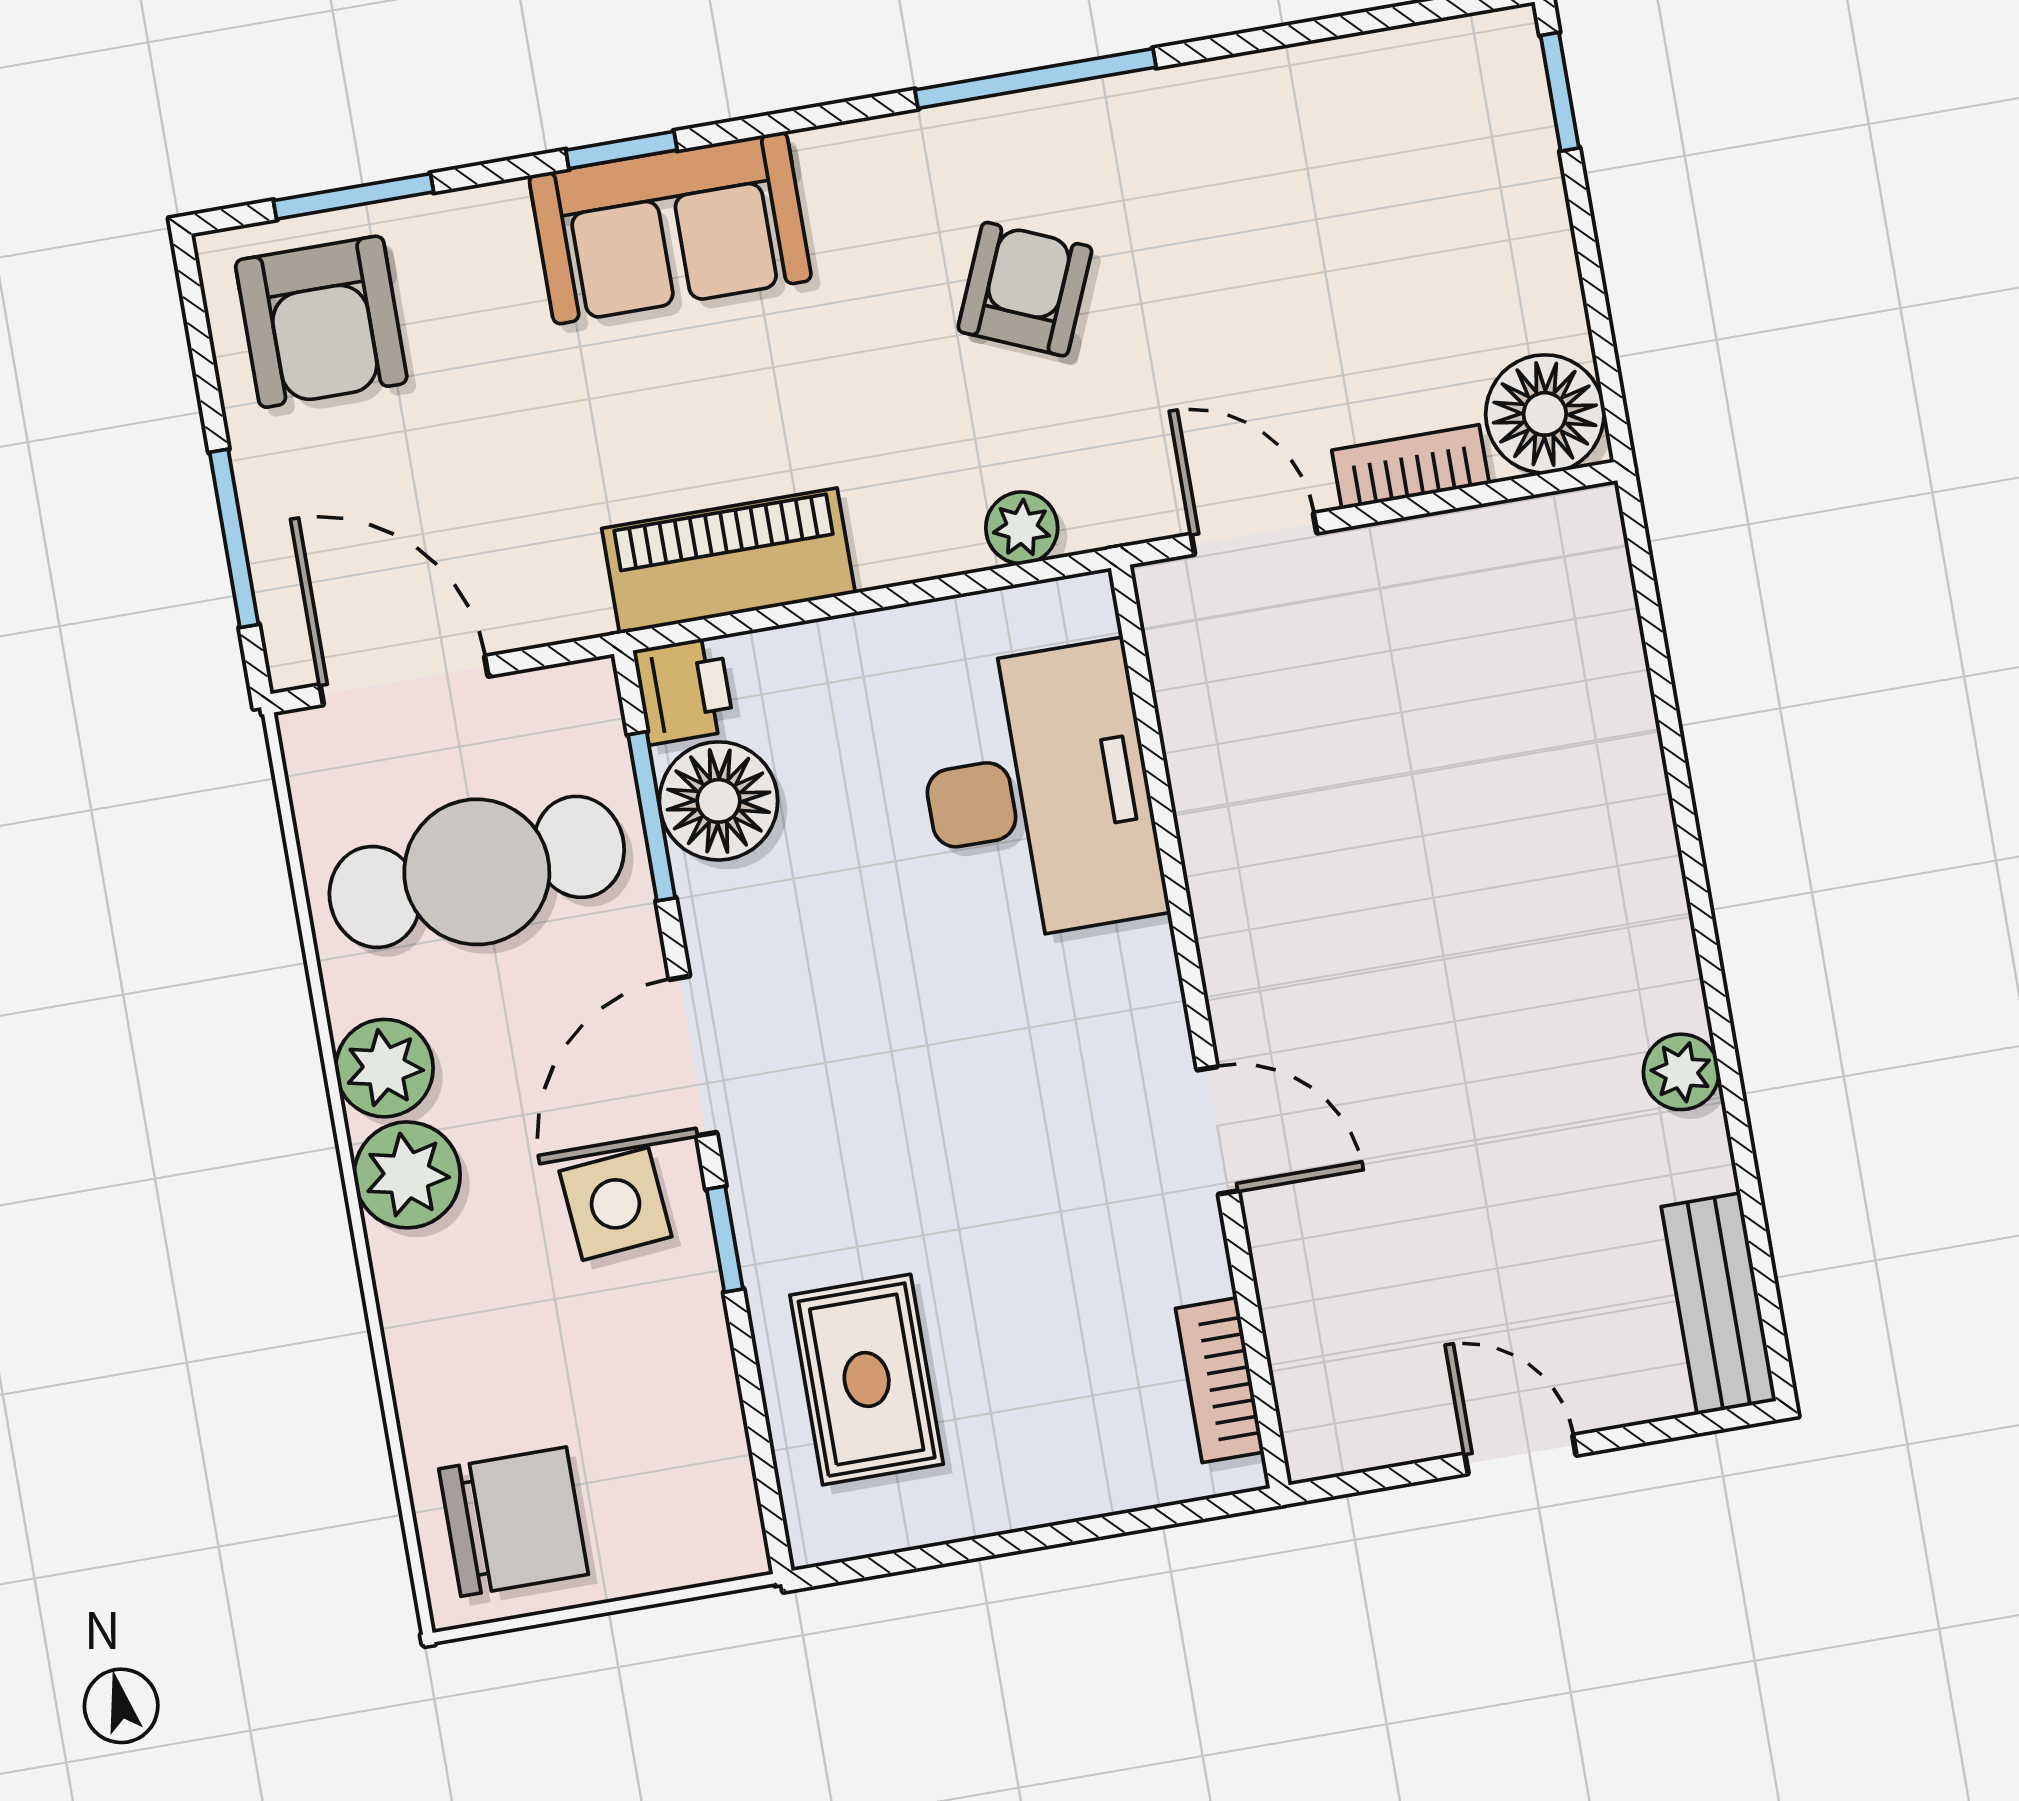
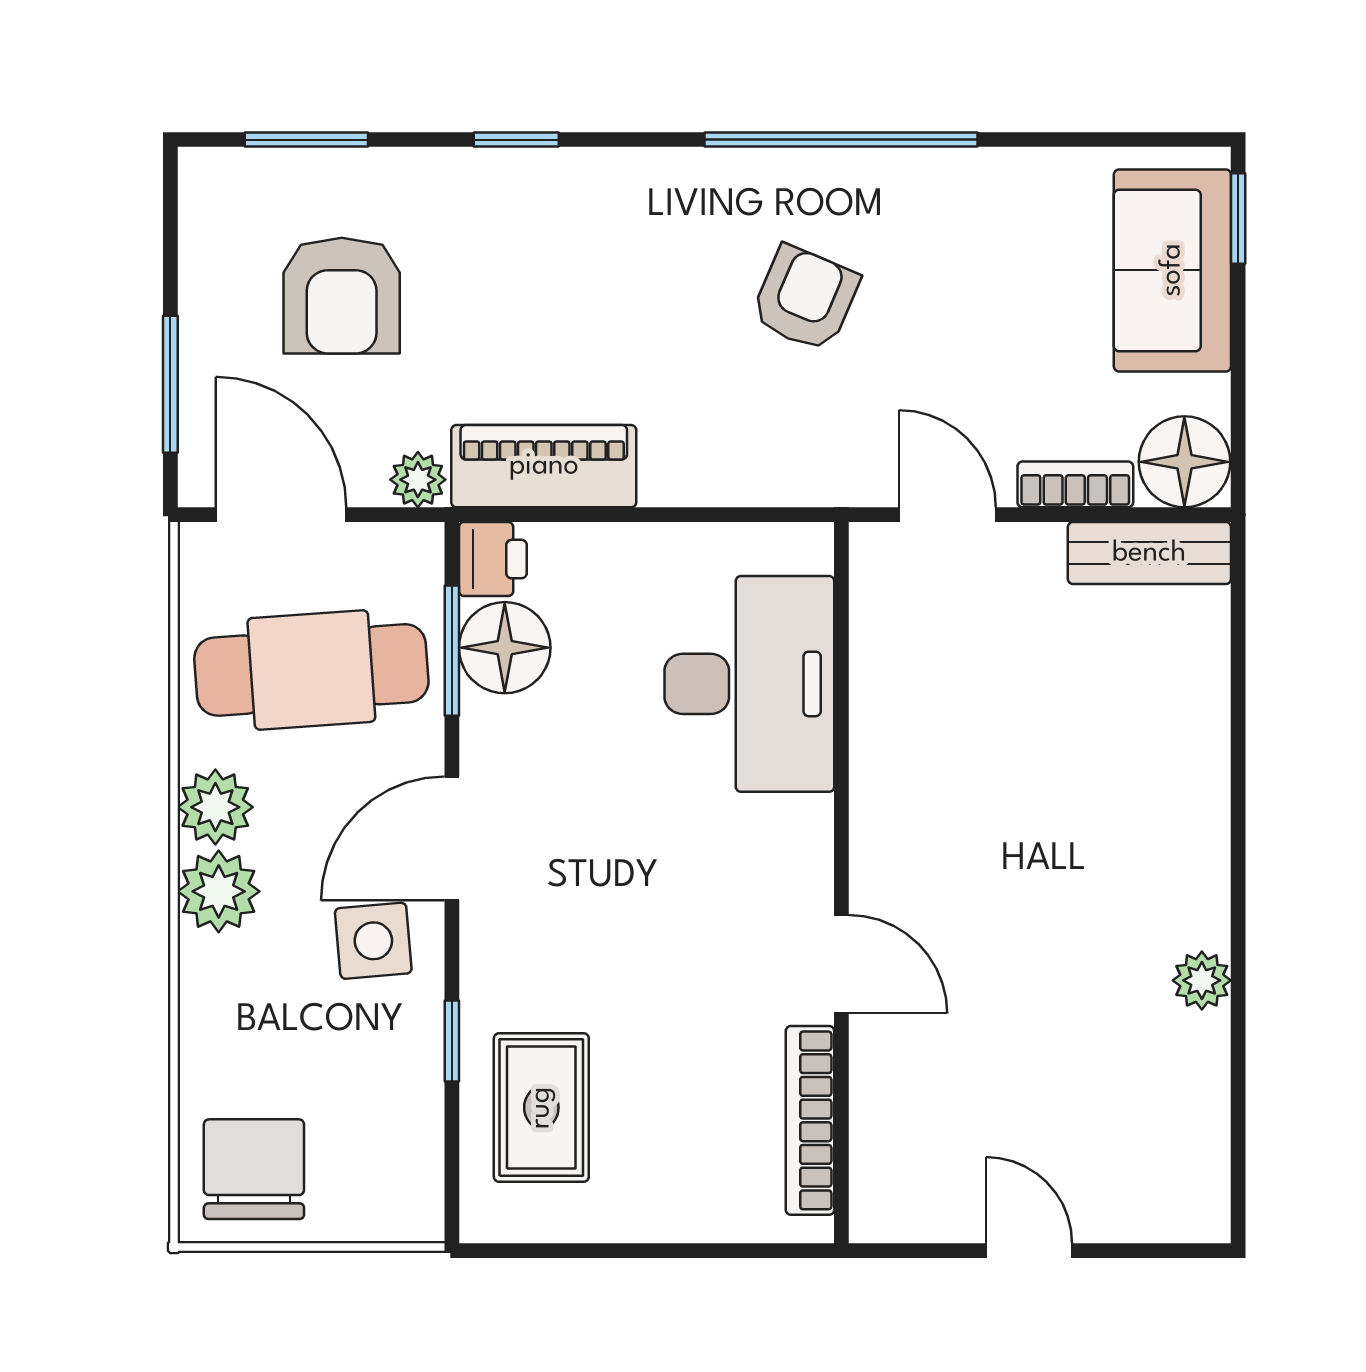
window: (1036, 79) -> (841, 140), width x1.46
sofa: (670, 228) -> (1172, 270), moved, turned 90
armchair: (321, 322) -> (342, 296), moved
plant: (1022, 528) -> (418, 480), moved
window: (725, 1239) -> (452, 1041), moved
bench: (1719, 1304) -> (1149, 553), moved, turned 90
bookcase: (1220, 1380) -> (810, 1120), width x1.56
chair: (514, 1522) -> (254, 1169), turned -90

